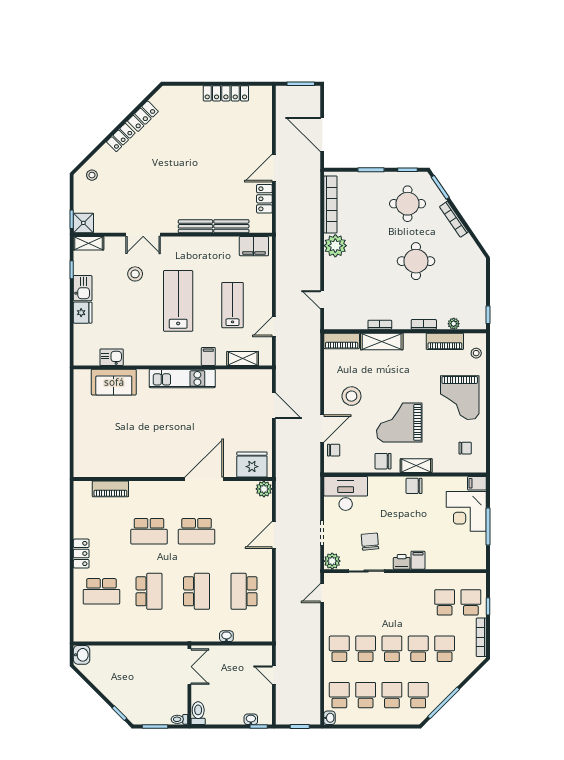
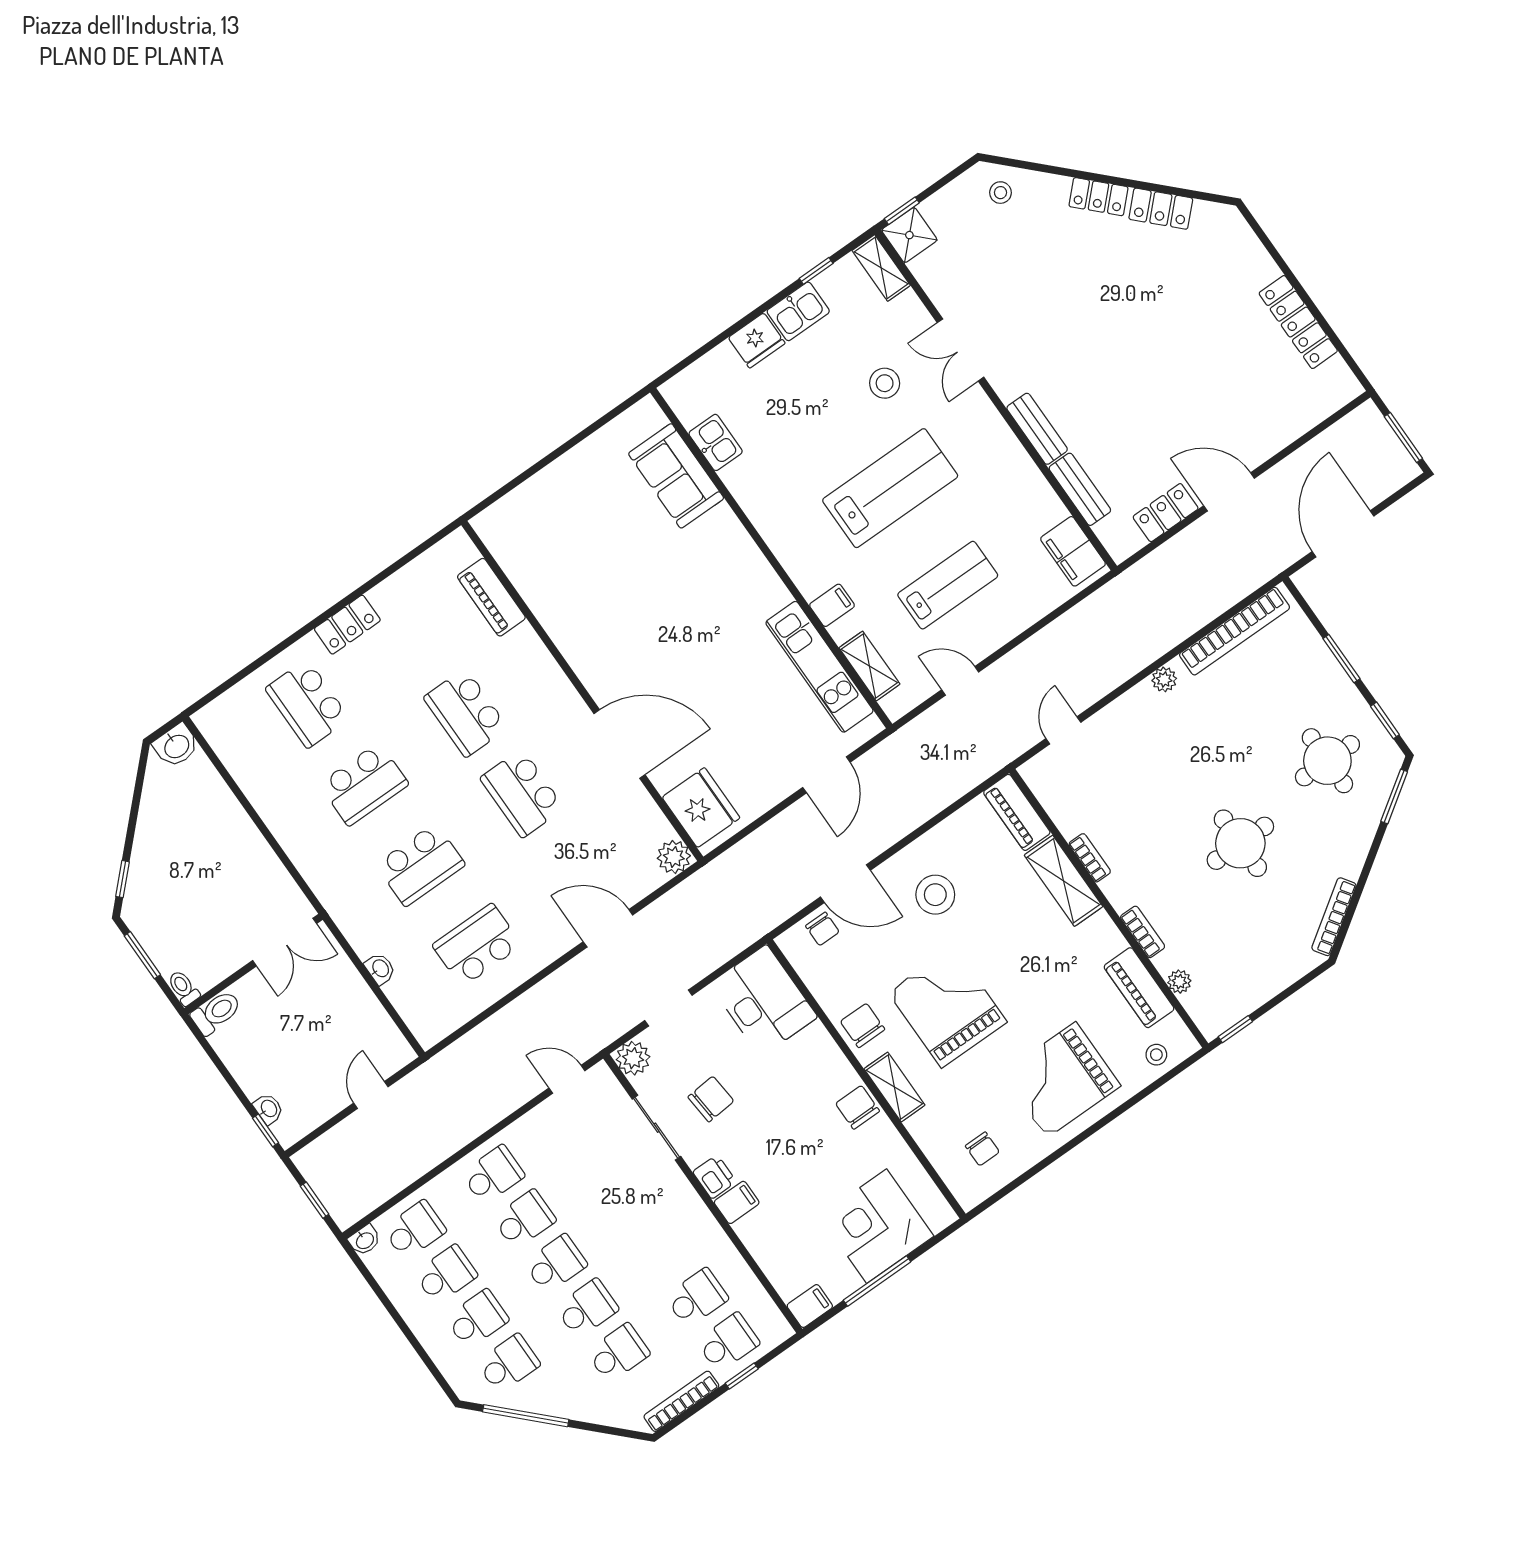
bookcase: (454, 219) -> (1334, 917), moved
plant: (335, 246) -> (1164, 679), width x0.53, depth x0.53
kitchen unit: (182, 378) -> (819, 667), moved
filing cabinet: (477, 483) -> (810, 1306), moved, turned 90

